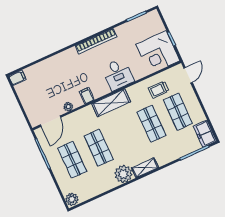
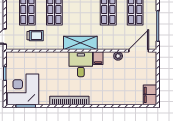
corner desk: (158, 52) -> (23, 89), moved, turned -90
desk: (118, 74) -> (81, 64), moved
filing cabinet: (17, 78) -> (150, 95), width x2.00

